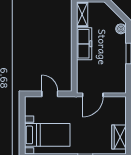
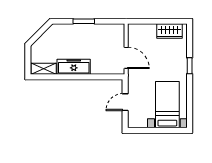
boiler: (121, 29) -> (58, 29), removed

